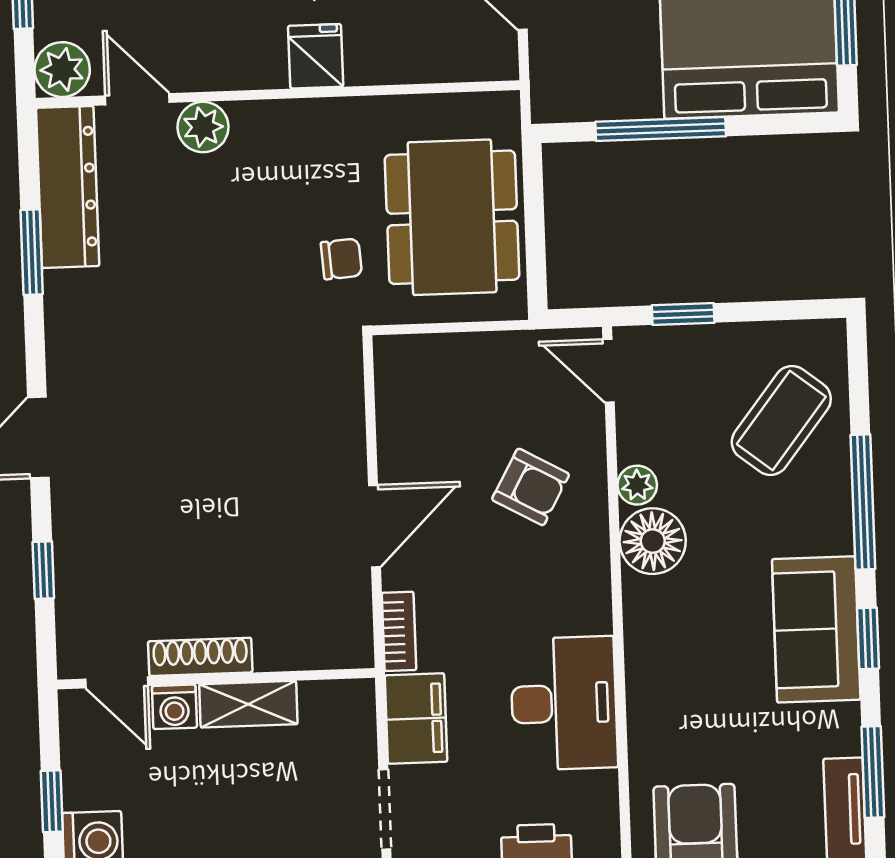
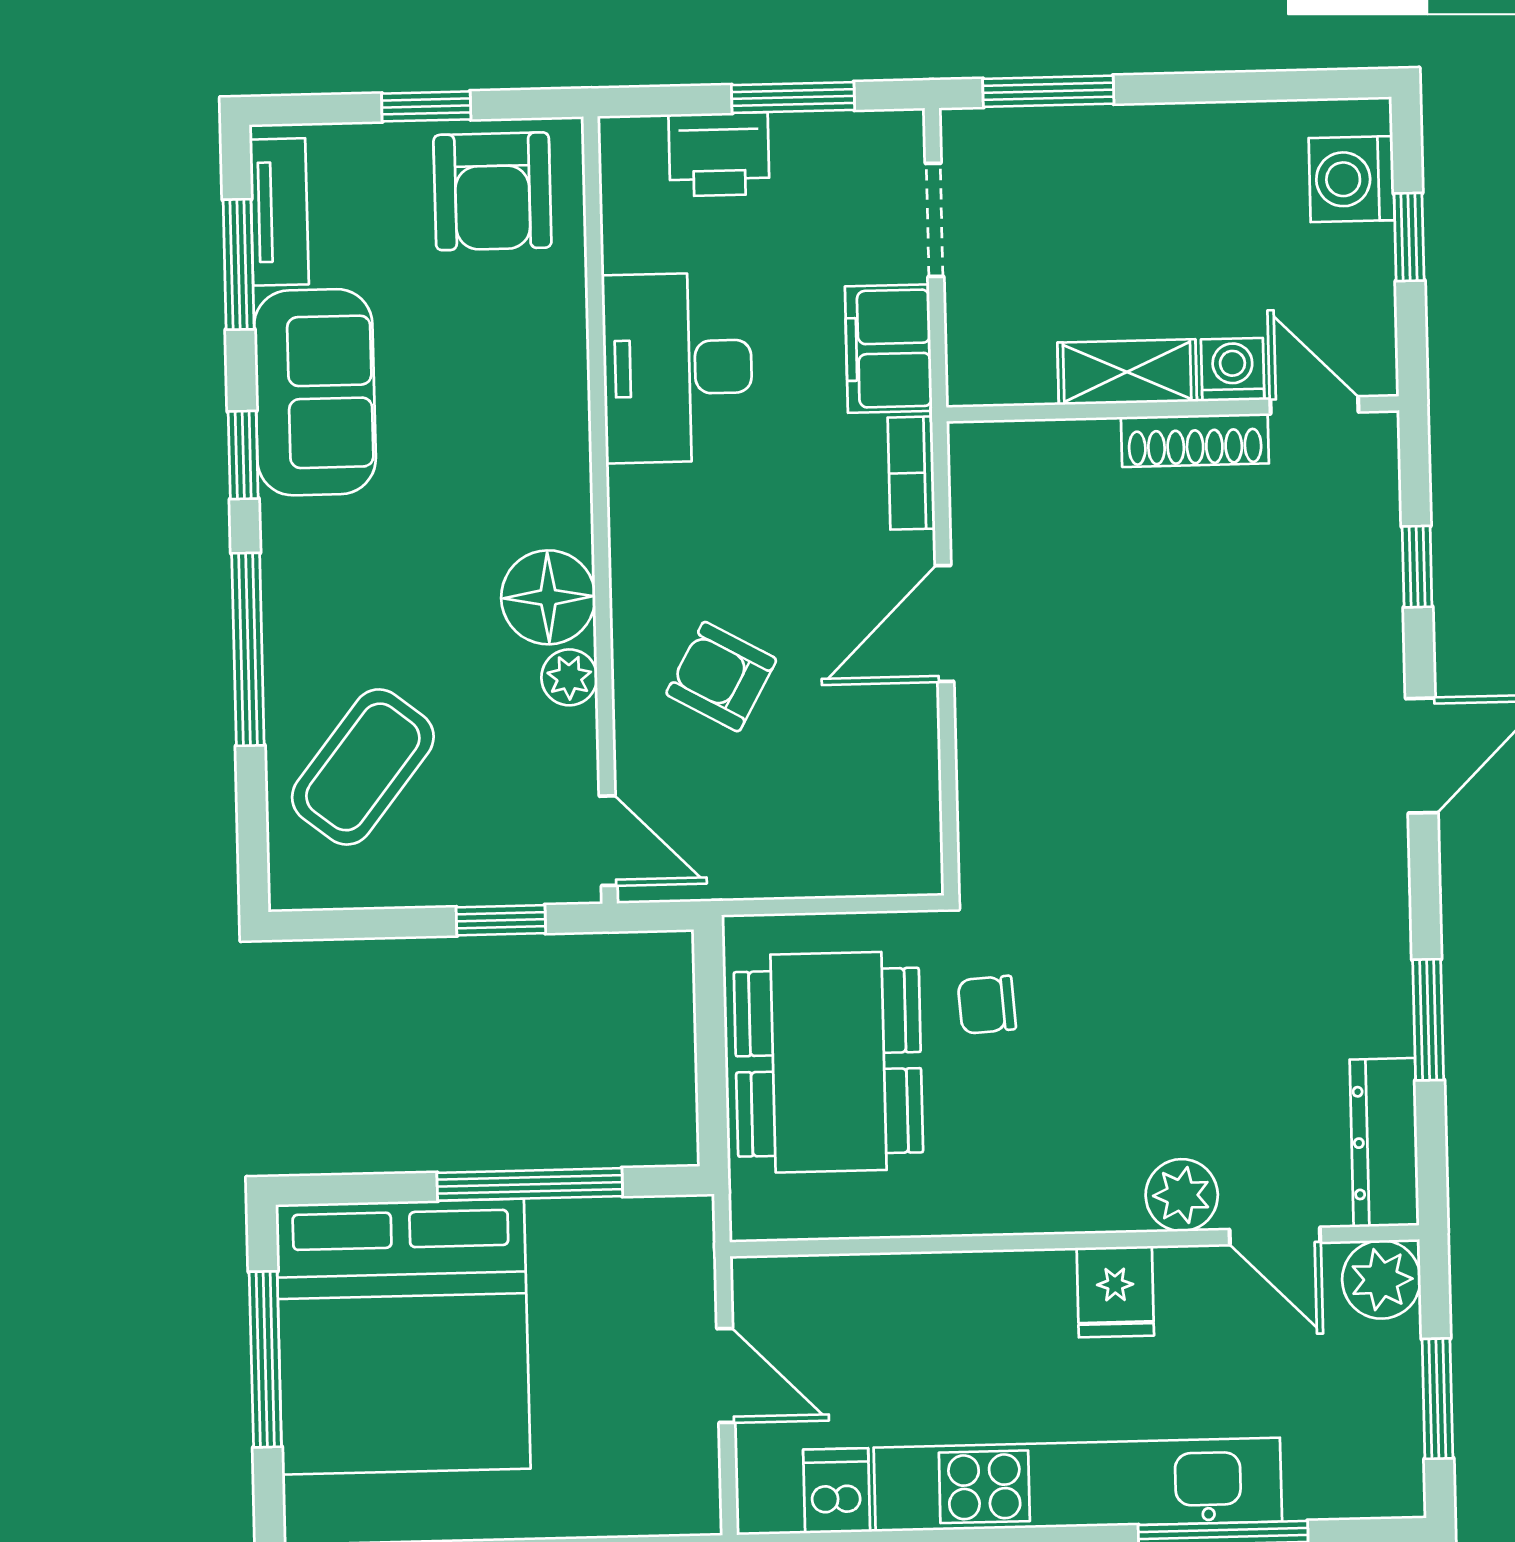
fridge: (316, 56) -> (1115, 1292), moved
dresser: (68, 187) -> (1384, 1142), width x0.73, depth x0.80
sofa: (816, 629) -> (315, 392), moved

